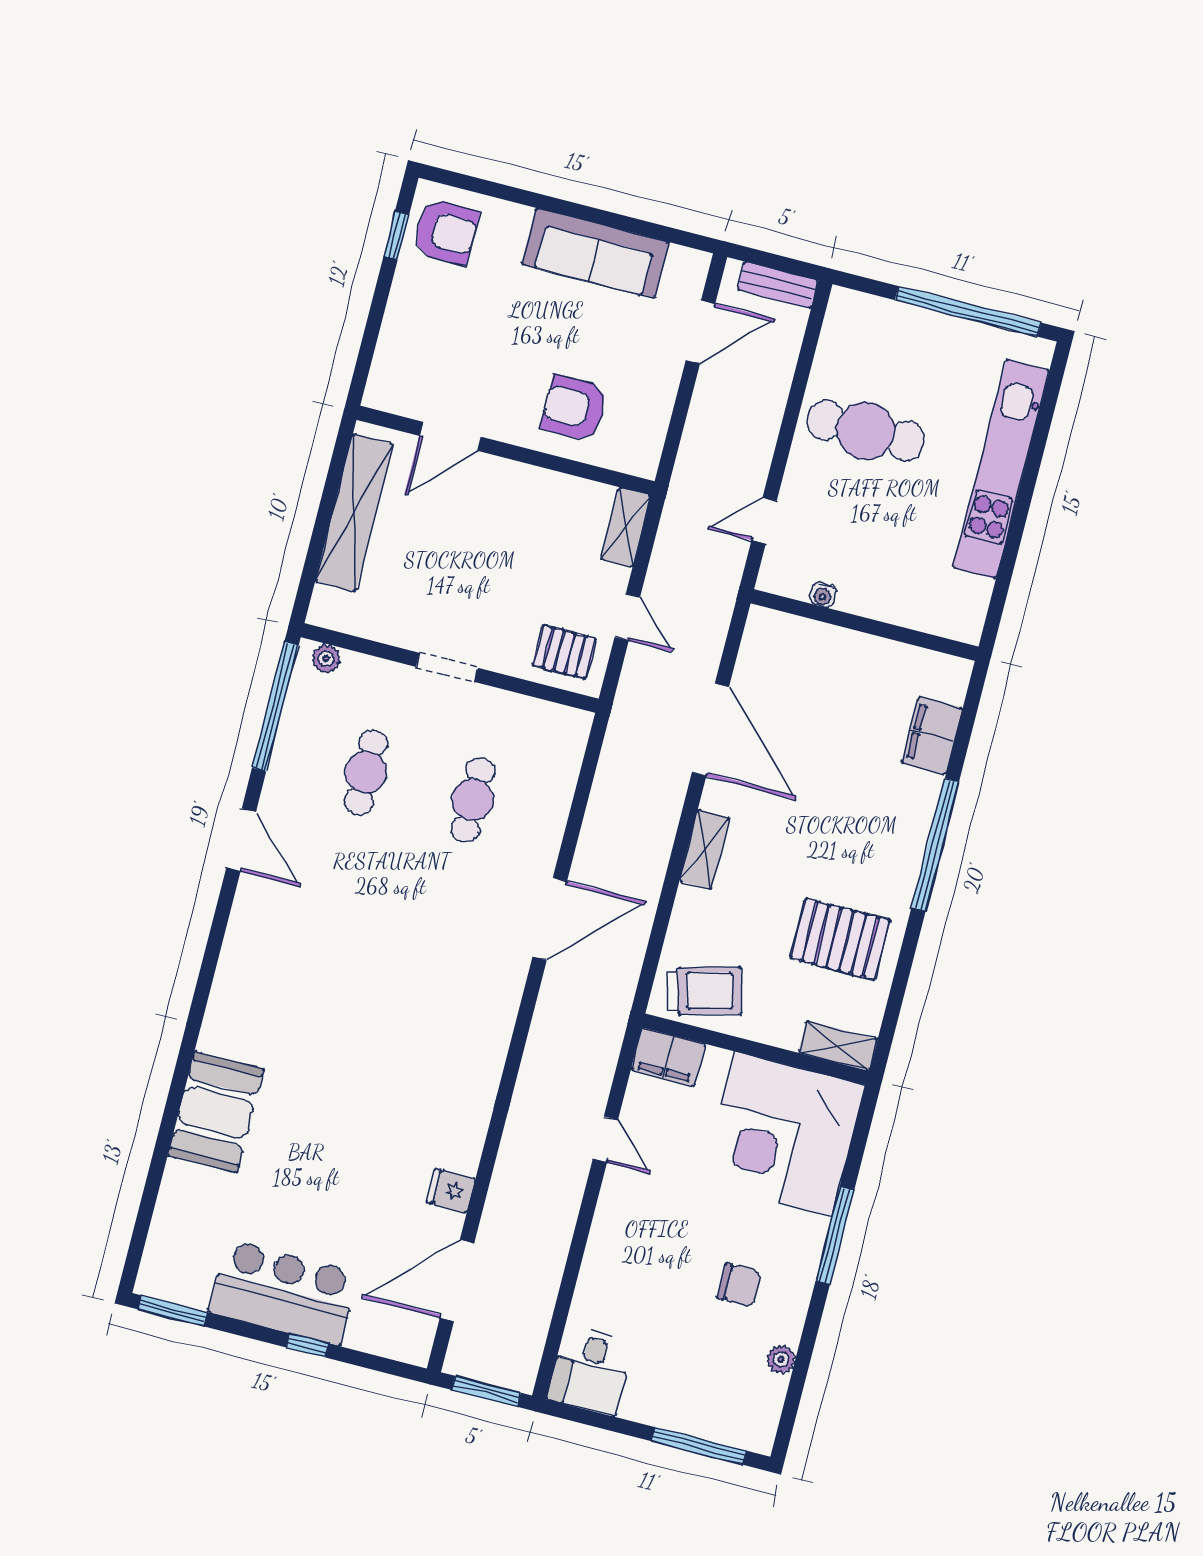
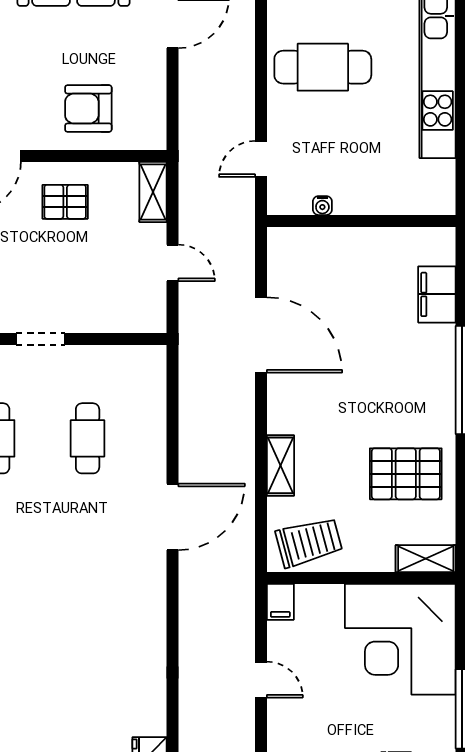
pallet: (564, 652) -> (65, 202), moved
shelving: (704, 849) -> (280, 465), moved
filing cabinet: (668, 1057) -> (280, 602), width x0.50

